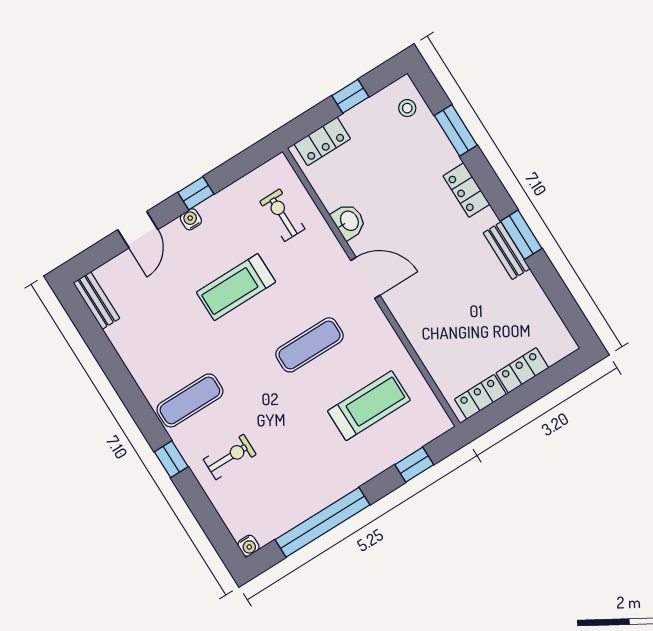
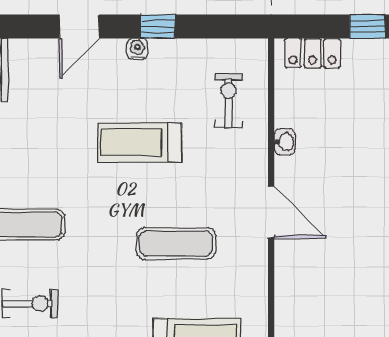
washbasin: (349, 221) -> (285, 142), width x0.72, depth x0.69

